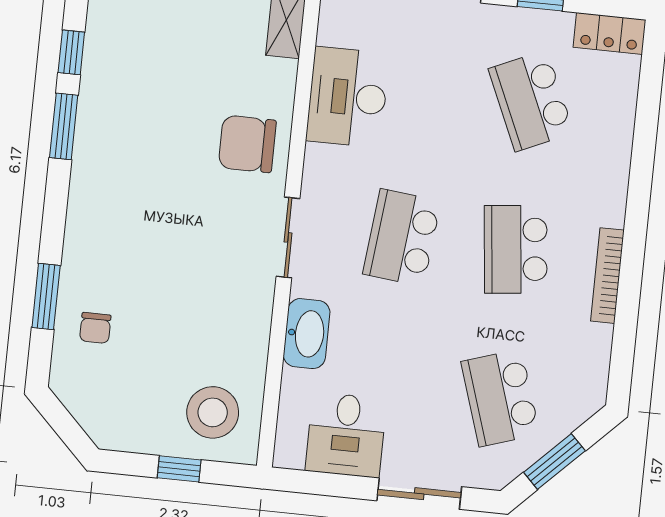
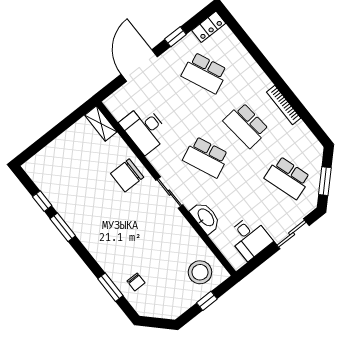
school desk: (402, 238) -> (206, 157), turned -30

